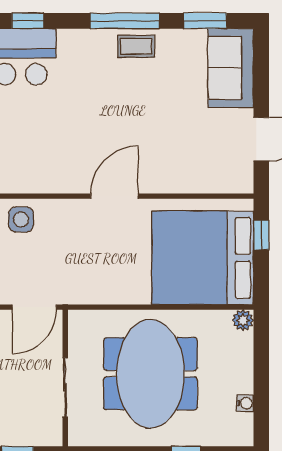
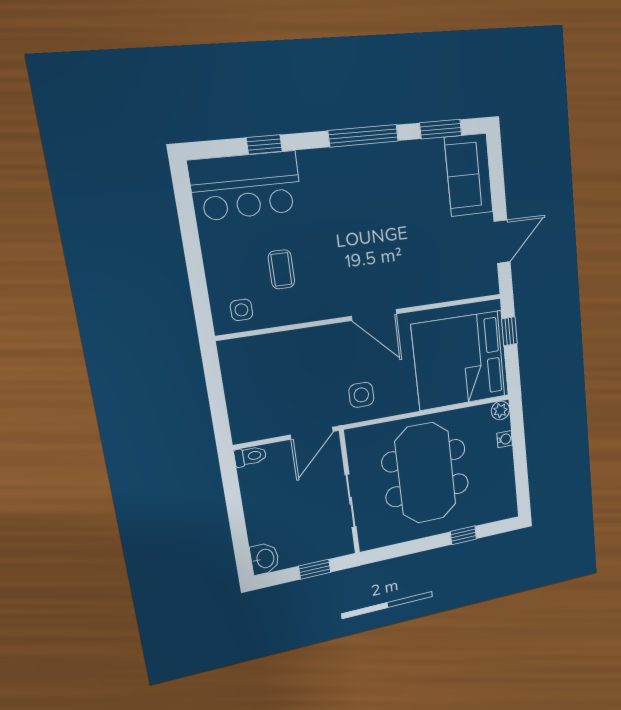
coffee table: (136, 46) -> (281, 269), moved, turned 90
door: (114, 196) -> (374, 315), swing flipped
side table: (21, 220) -> (361, 395), moved
water cooler: (245, 403) -> (505, 439), moved

